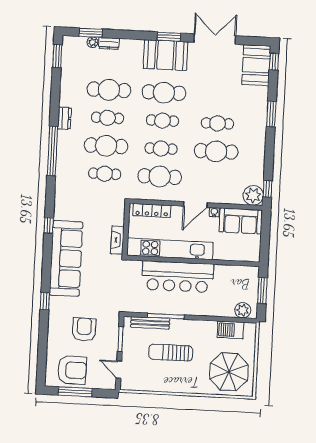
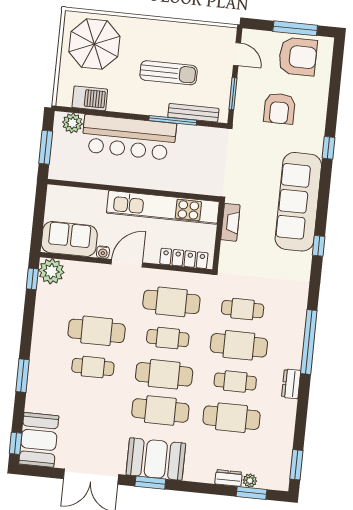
cafe table: (162, 121) -> (164, 374), width x1.37, depth x1.35
bar counter: (178, 277) -> (129, 137), moved, turned 180
armchair: (72, 370) -> (298, 57), turned 180

